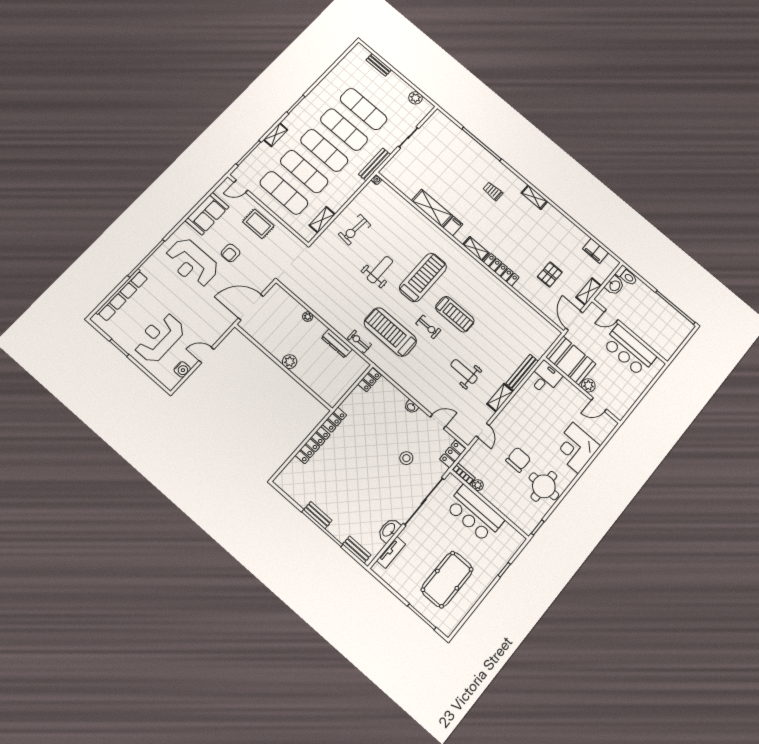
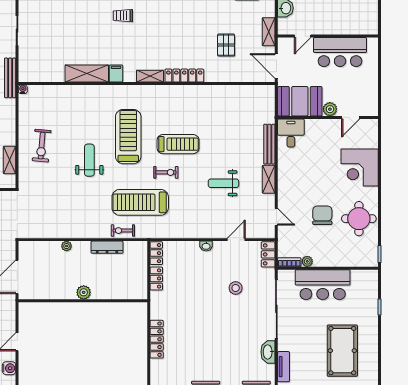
locker: (334, 420) -> (156, 278), moved

